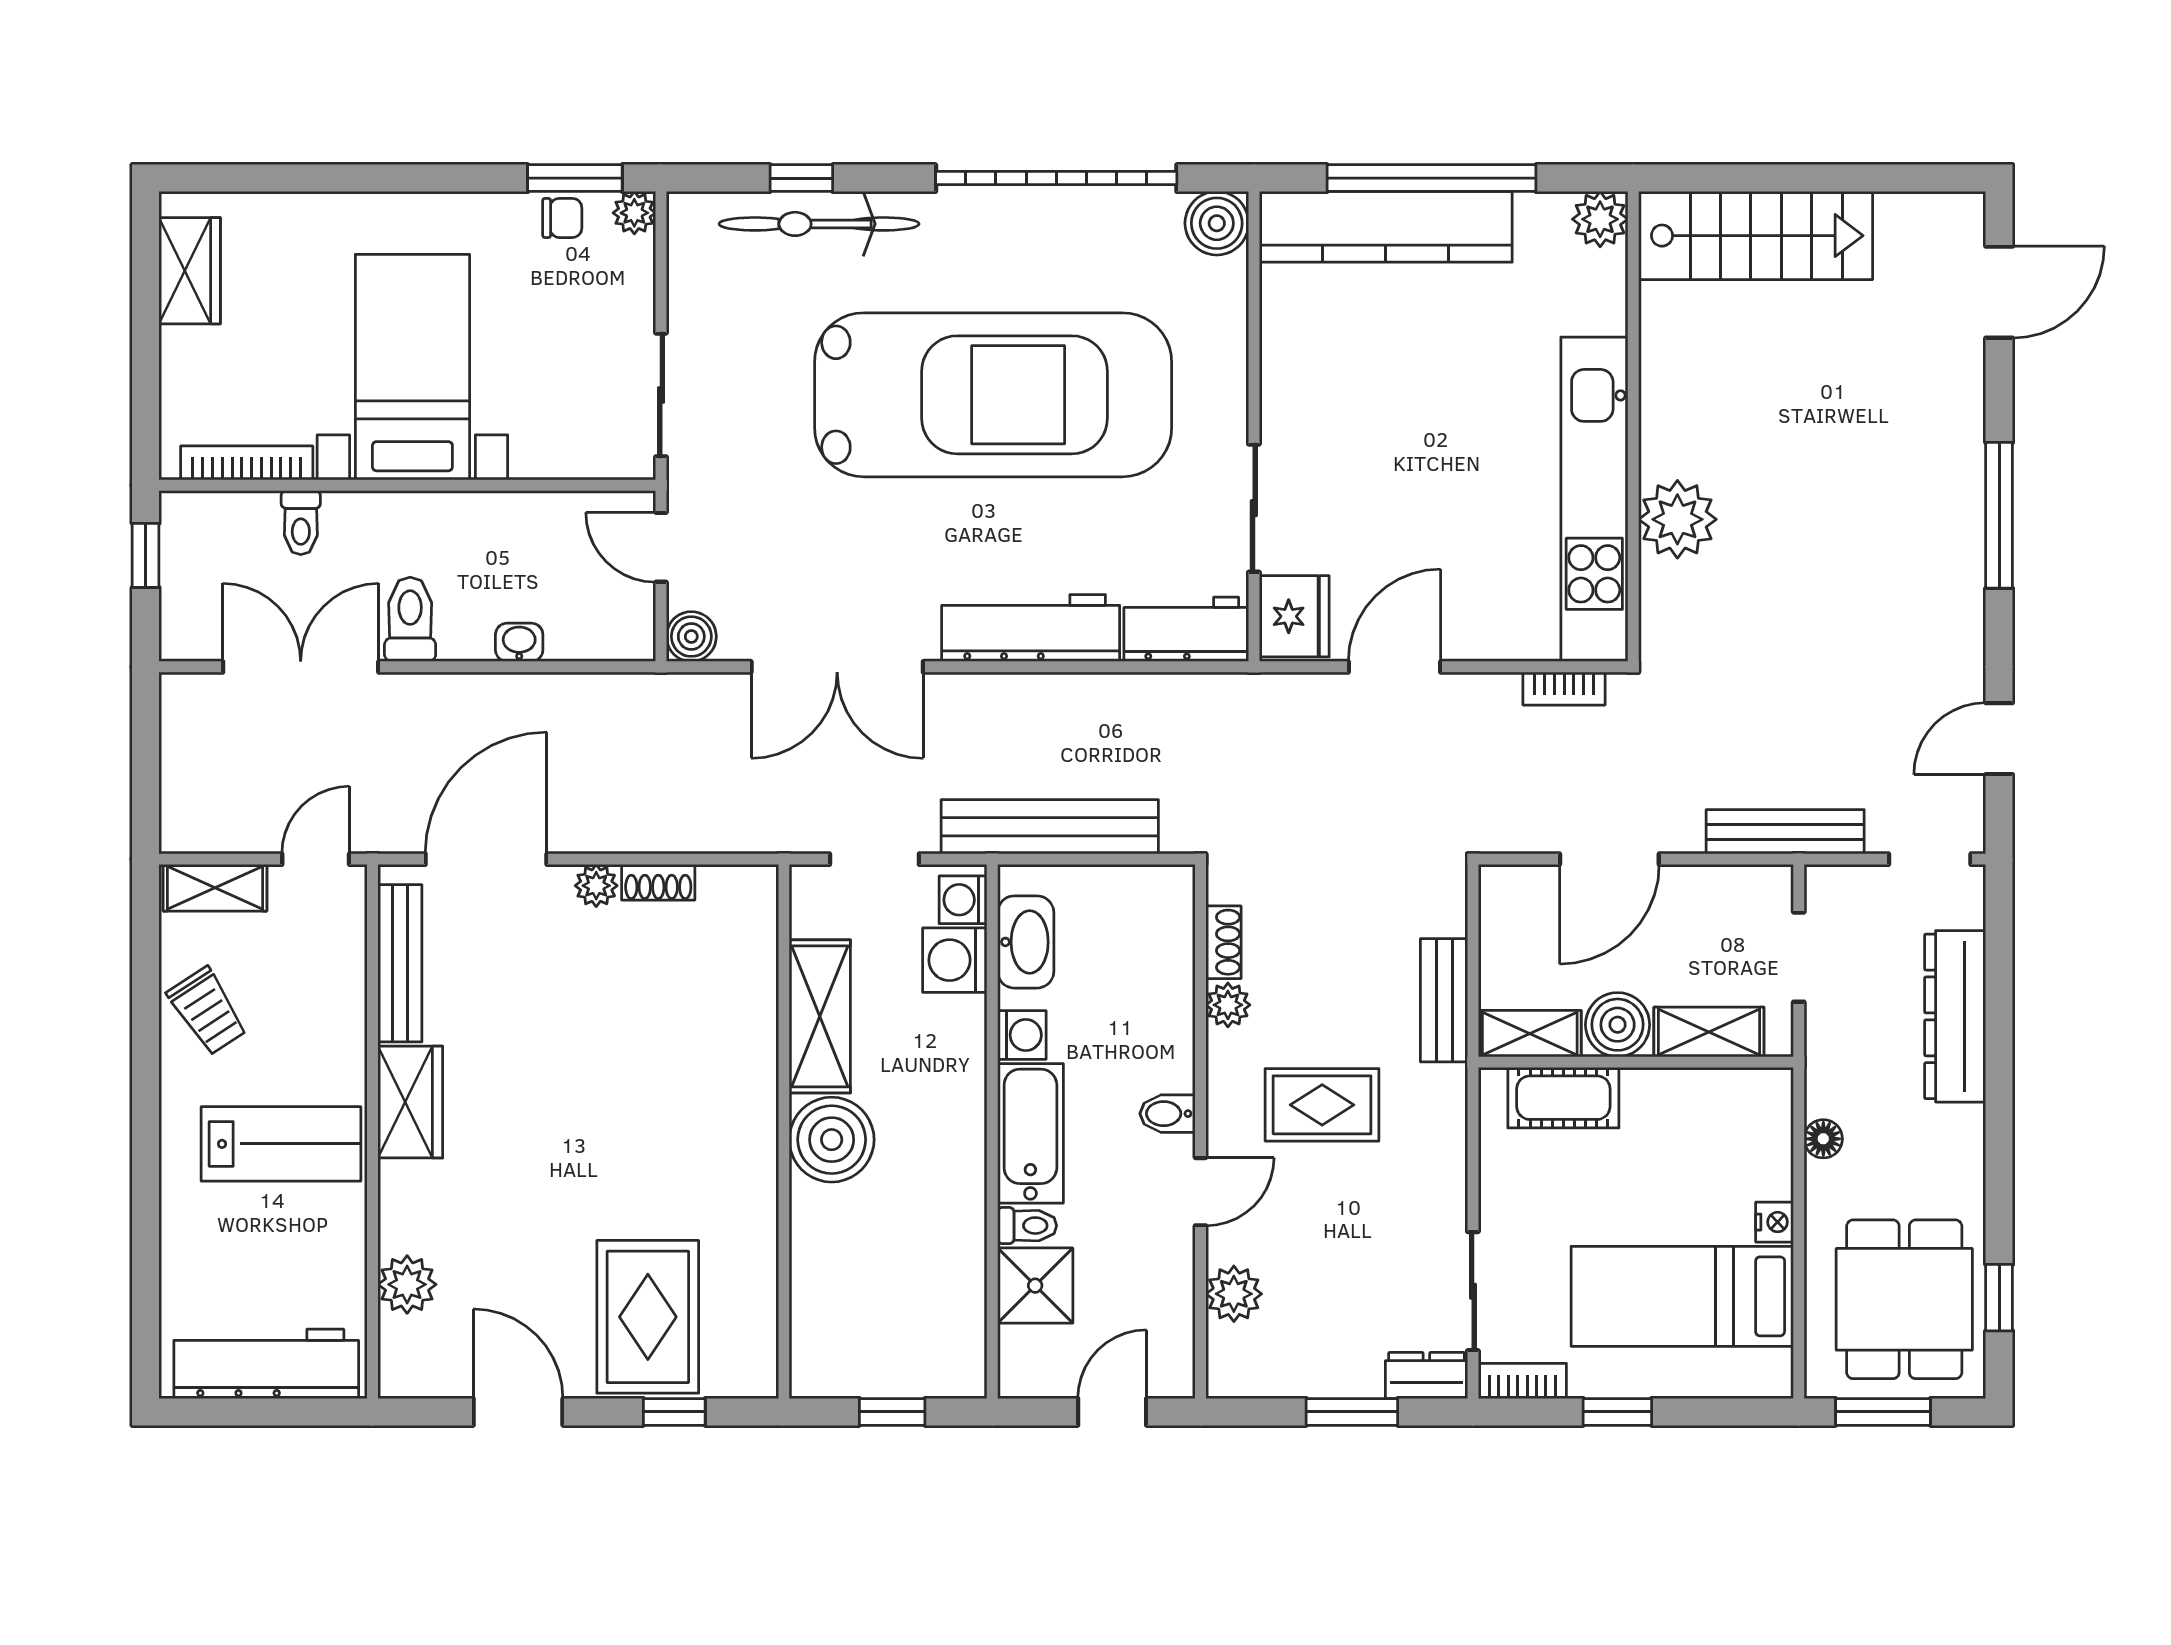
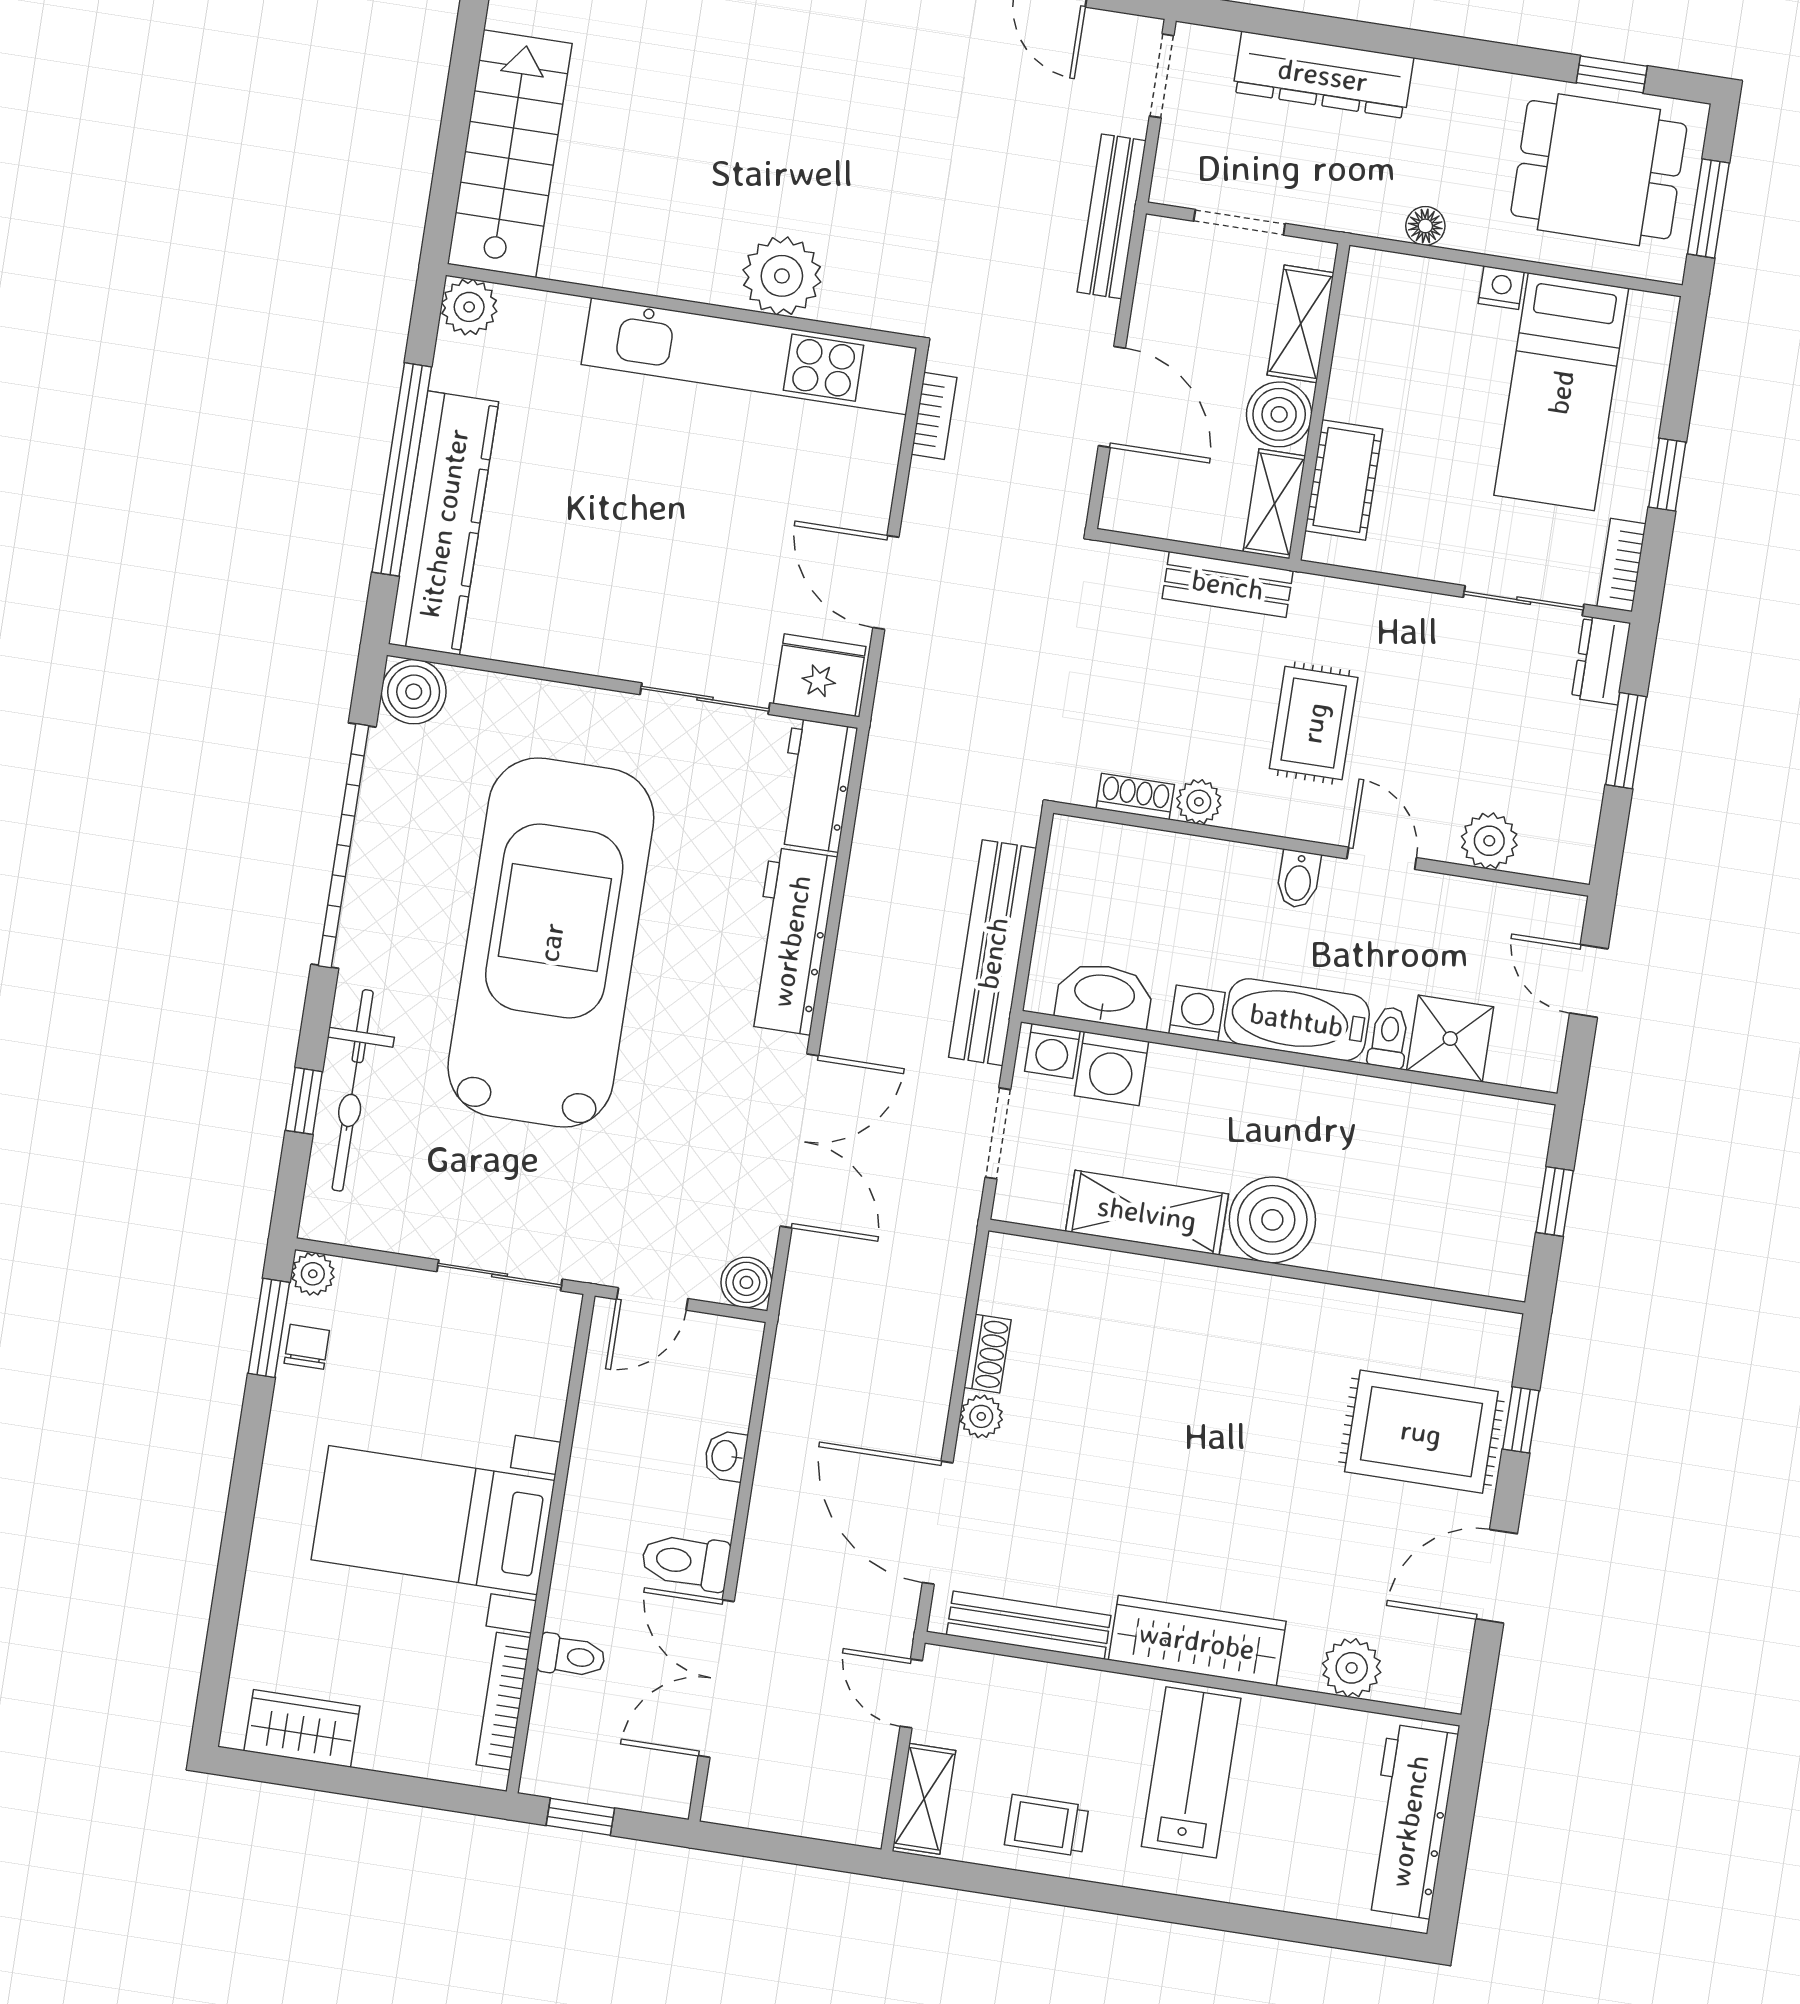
trolley: (207, 1011) -> (1047, 1826), turned -147
wardrobe: (410, 1102) -> (1197, 1641), width x1.50

